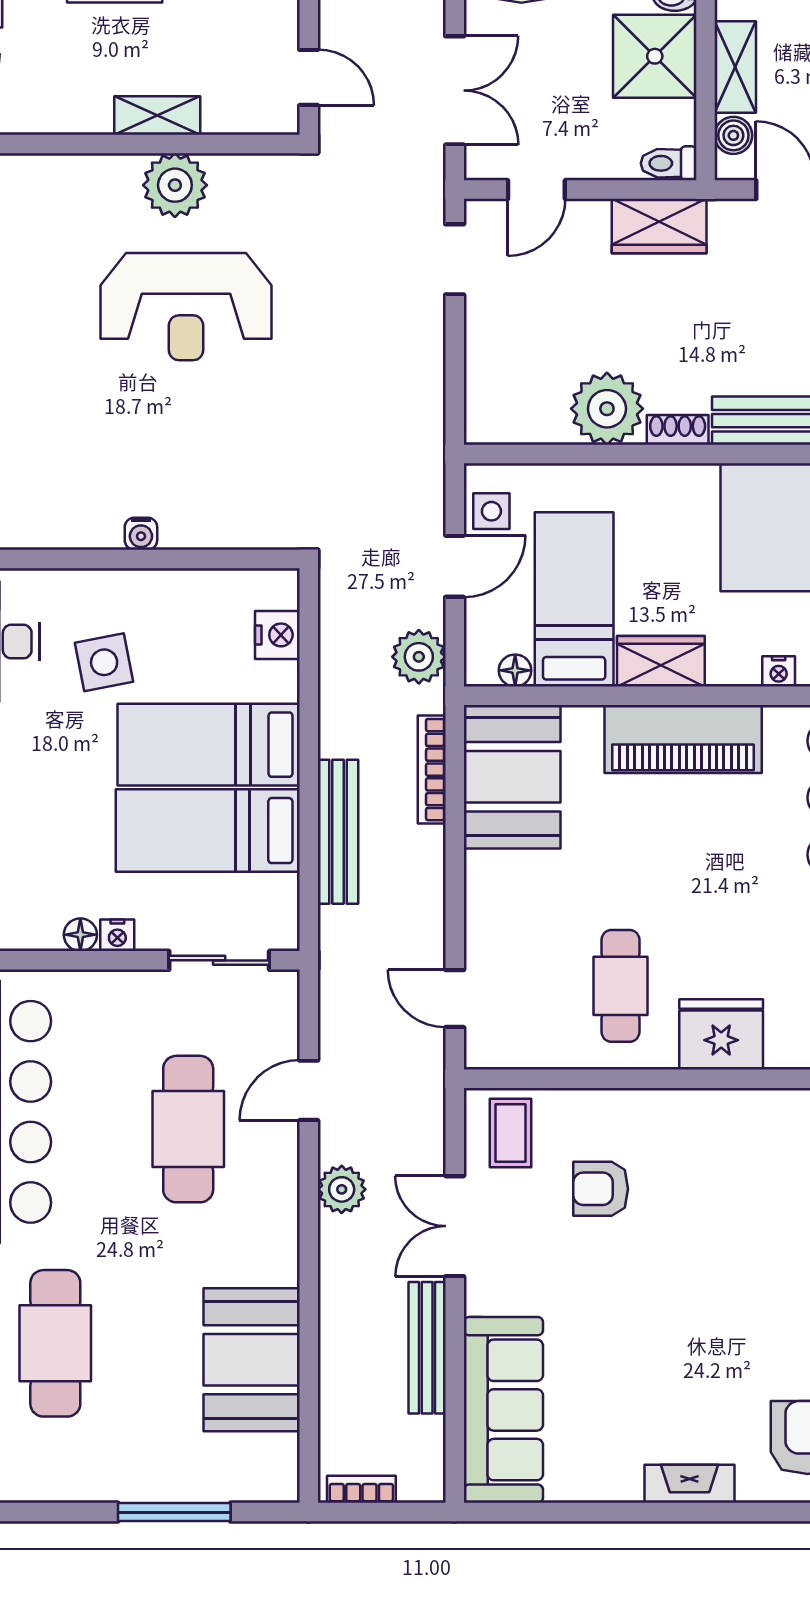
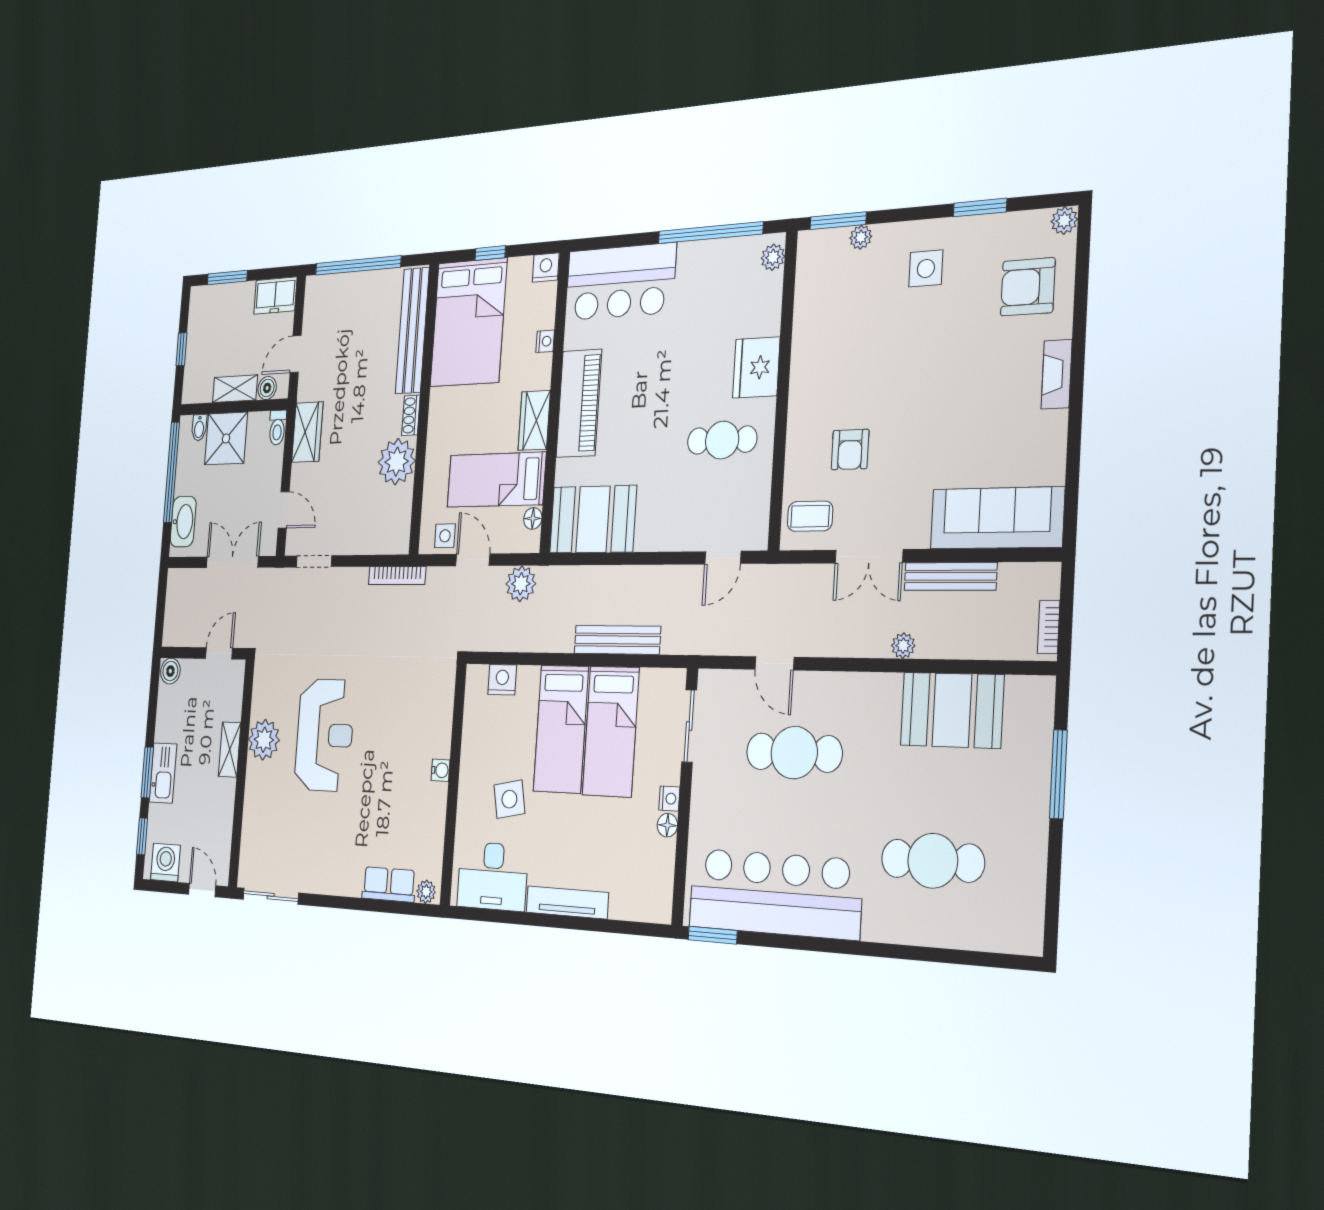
bookcase: (432, 770) -> (397, 576), moved
plant: (342, 1189) -> (903, 646), moved, width x0.73, depth x0.73

